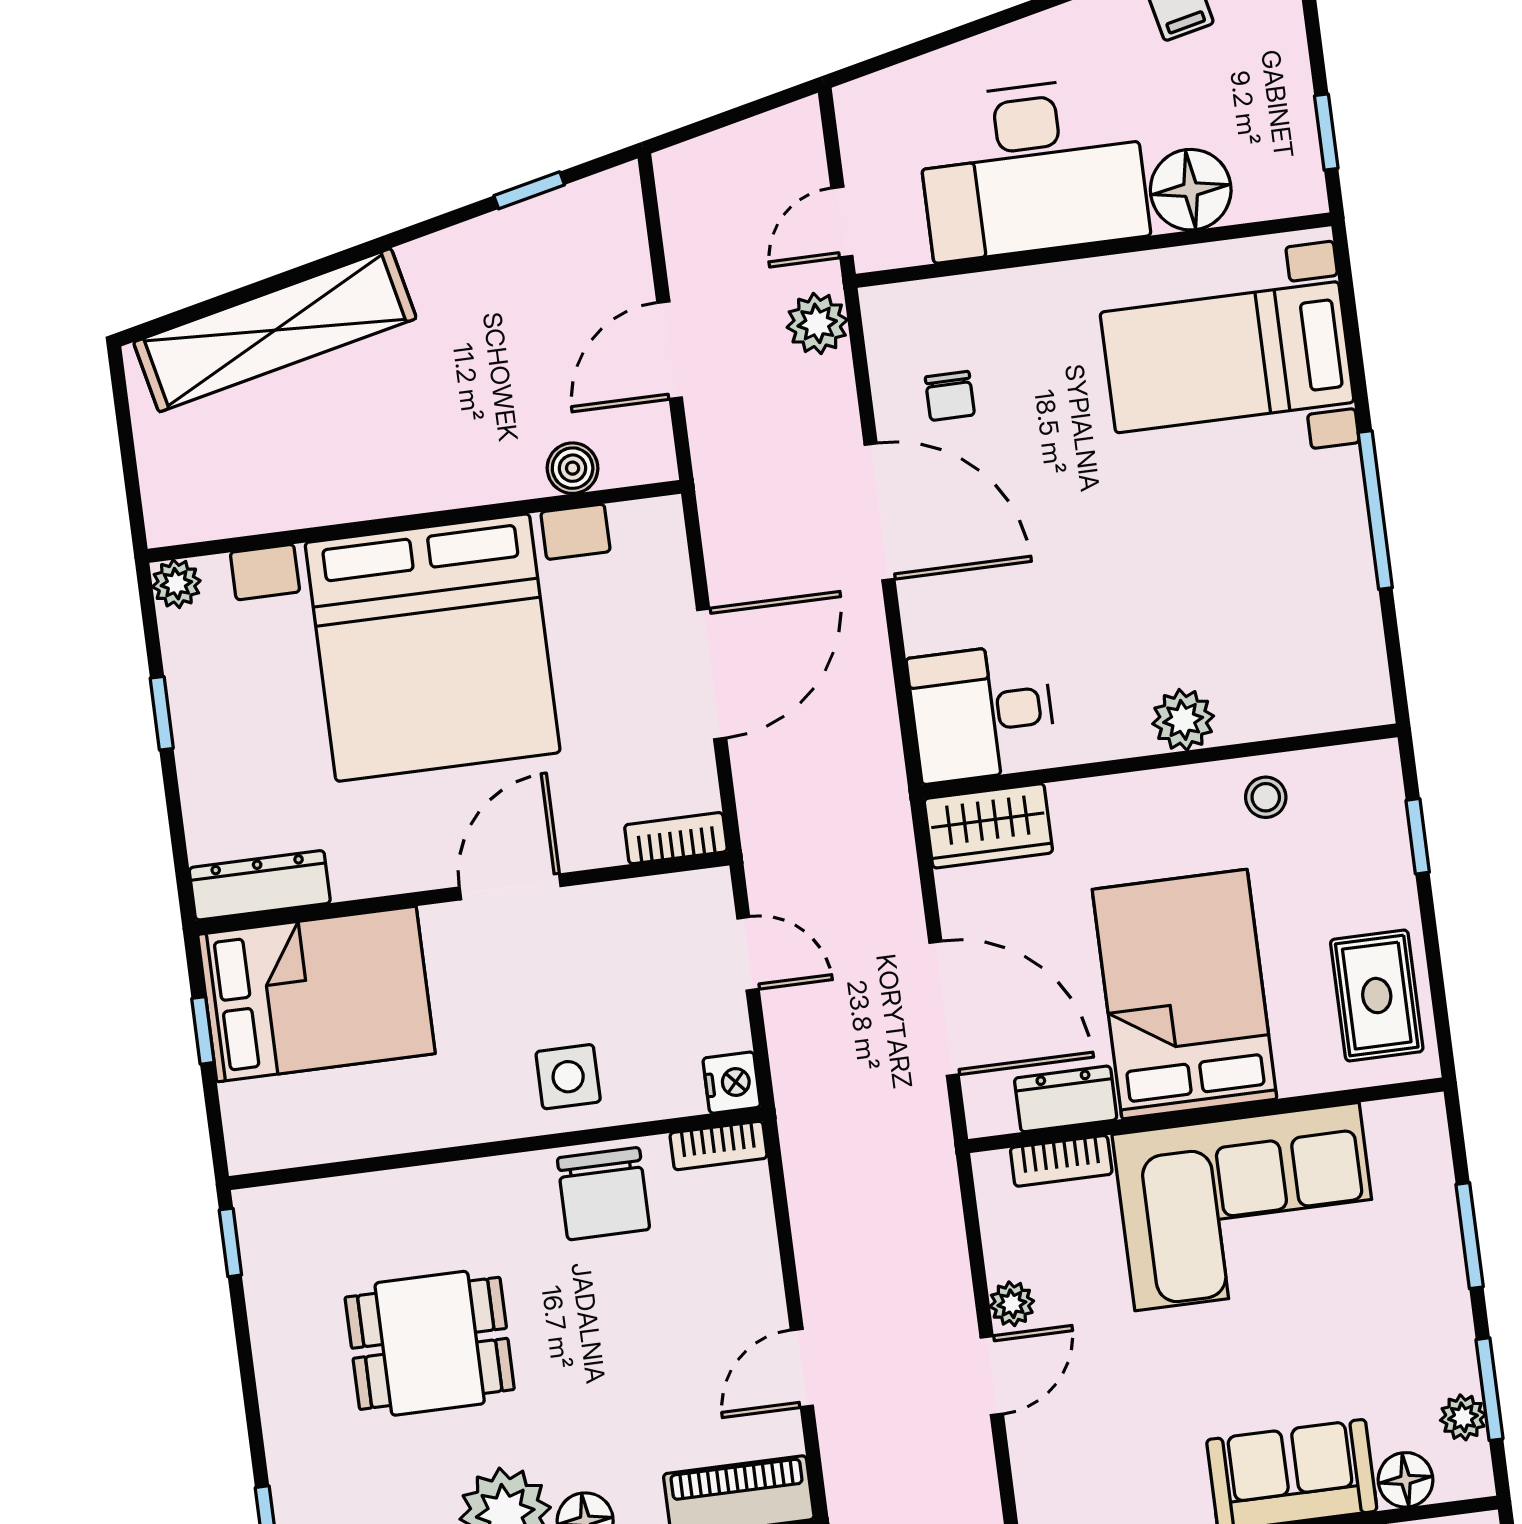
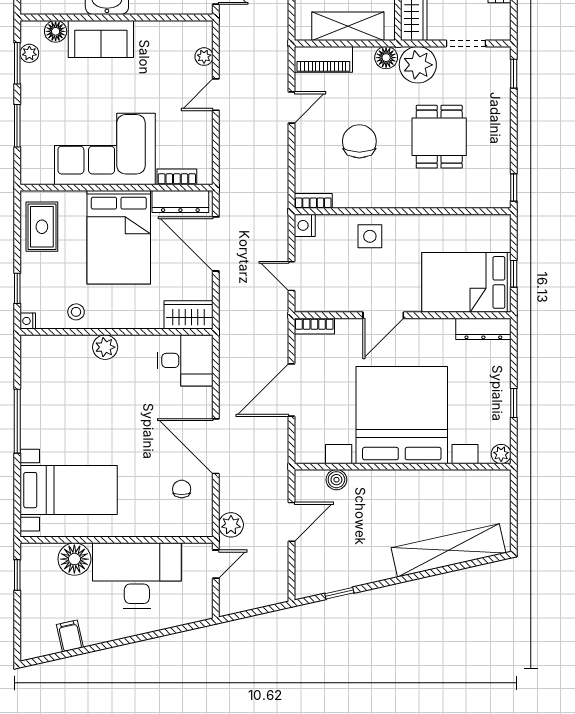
nightstand: (1382, 760) -> (28, 321), added
dresser: (1066, 1099) -> (180, 202), width x1.44
chair: (604, 1194) -> (359, 141), moved
plant: (1012, 1304) -> (204, 57), moved
dining table: (430, 1343) -> (439, 137), turned 90

